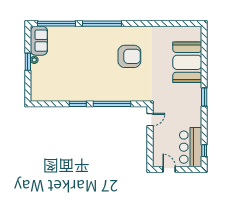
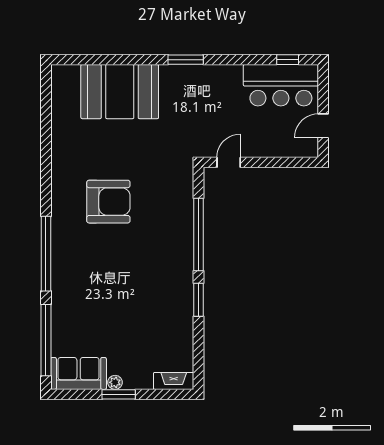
armchair: (129, 56) -> (108, 202), turned 90
fireplace: (35, 91) -> (174, 381), added
door: (150, 120) -> (229, 162), hinge flipped

